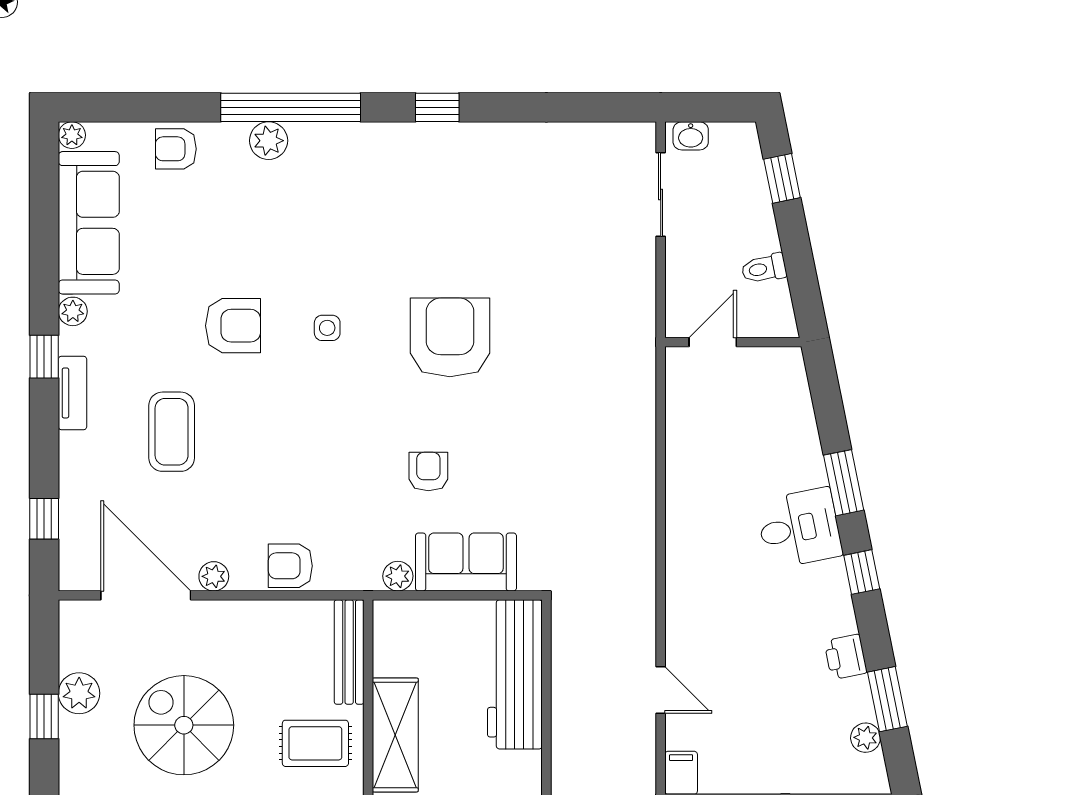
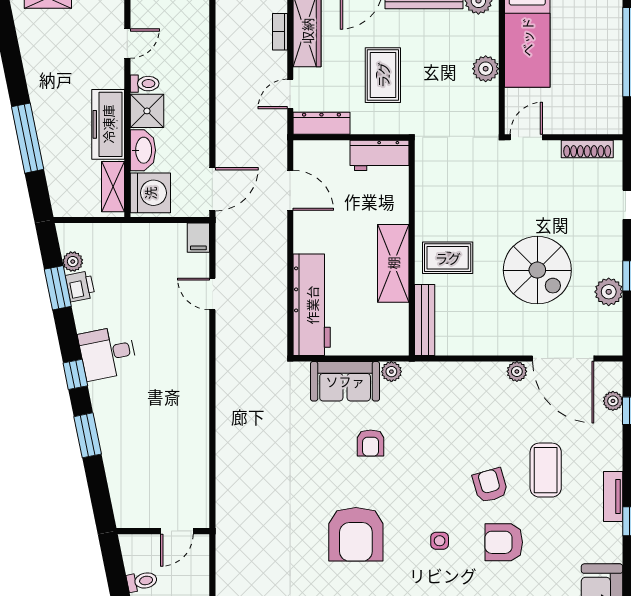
plant: (73, 311) -> (613, 401), moved
desk: (799, 528) -> (108, 353), moved
armchair: (290, 566) -> (490, 485), moved, turned -106
printer: (846, 657) -> (80, 286), moved

